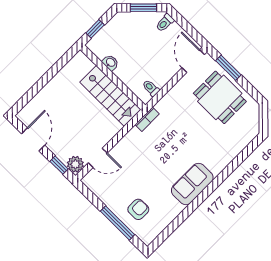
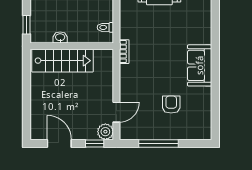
stairs: (110, 96) -> (62, 61), moved
armchair: (138, 209) -> (171, 105), moved
window: (117, 223) -> (158, 143), moved

